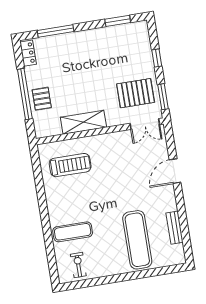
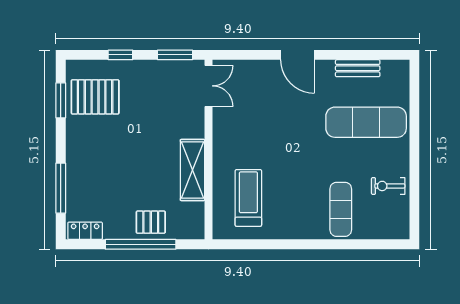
pallet: (136, 93) -> (95, 97), moved, turned 90
door: (175, 171) -> (298, 55), moved
exercise bike: (78, 265) -> (388, 186), moved

